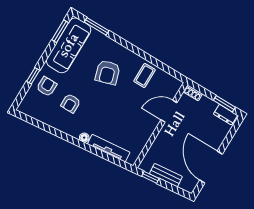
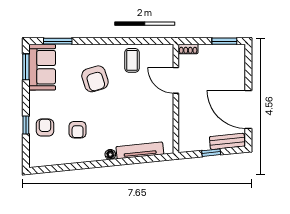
sofa: (69, 45) -> (42, 67), width x0.73
door: (169, 111) -> (176, 80), hinge flipped
dresser: (225, 115) -> (232, 51), removed
bench: (166, 175) -> (227, 141), moved
window: (150, 177) -> (211, 153), moved

